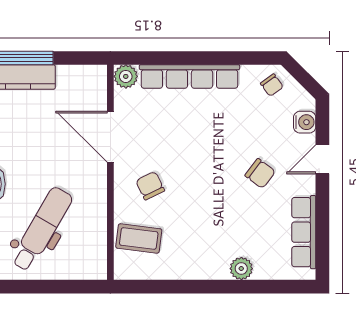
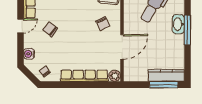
door: (110, 137) -> (122, 47), hinge flipped
door: (322, 159) -> (21, 26), moved

